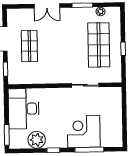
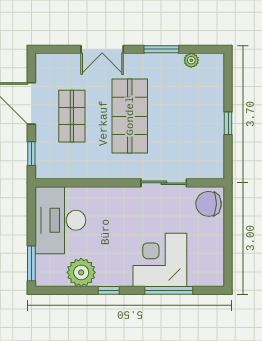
shop shelf: (99, 45) -> (130, 116), moved
chair: (112, 97) -> (209, 204), added

